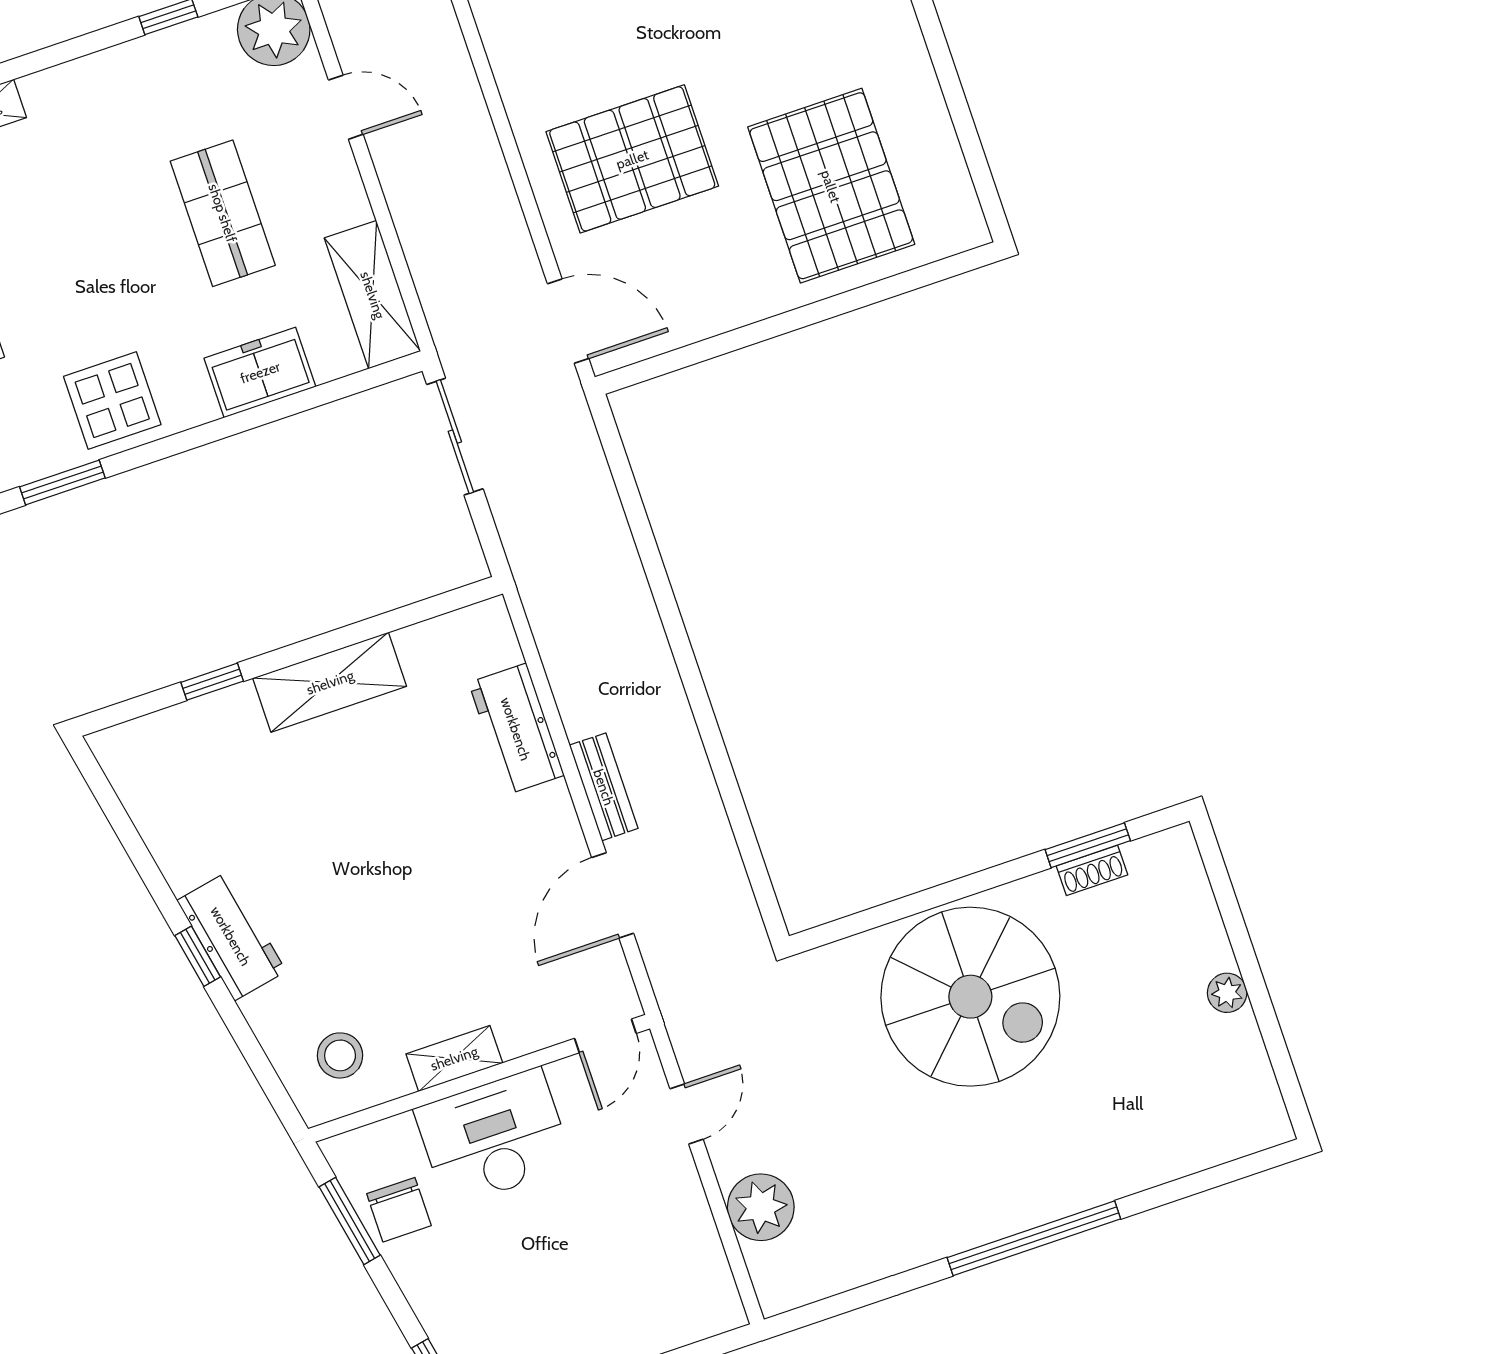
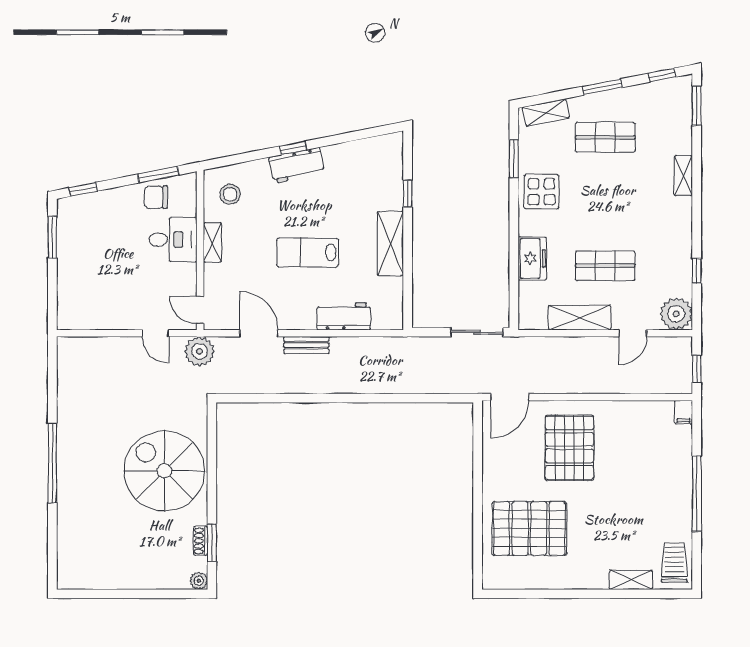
shelving: (373, 295) -> (580, 318), moved
lab bench: (408, 851) -> (307, 253), added
plant: (1227, 993) -> (199, 581), moved
spiral stairs: (970, 997) -> (164, 471), turned 90
desk: (494, 1138) -> (173, 240), width x0.73
plant: (761, 1207) -> (200, 351), moved

